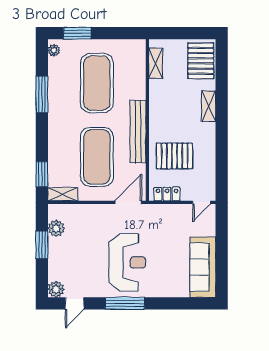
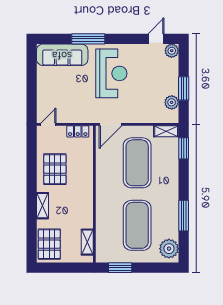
window: (77, 33) -> (120, 268), moved
plant: (54, 50) -> (169, 249), width x1.88, depth x1.88
bench: (138, 132) -> (102, 184), removed
pallet: (174, 156) -> (55, 169), moved, turned 90
reception desk: (127, 262) -> (111, 73), turned 180
sofa: (203, 267) -> (62, 55), moved, turned 90
window: (125, 303) -> (88, 39), moved

